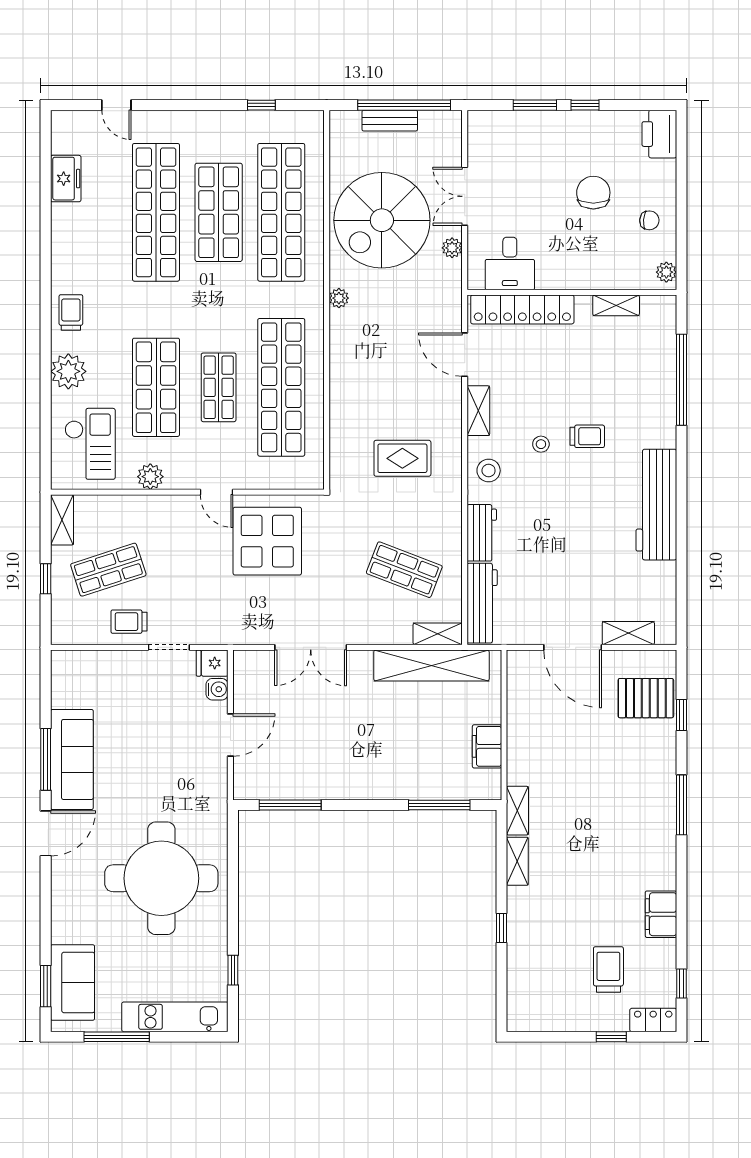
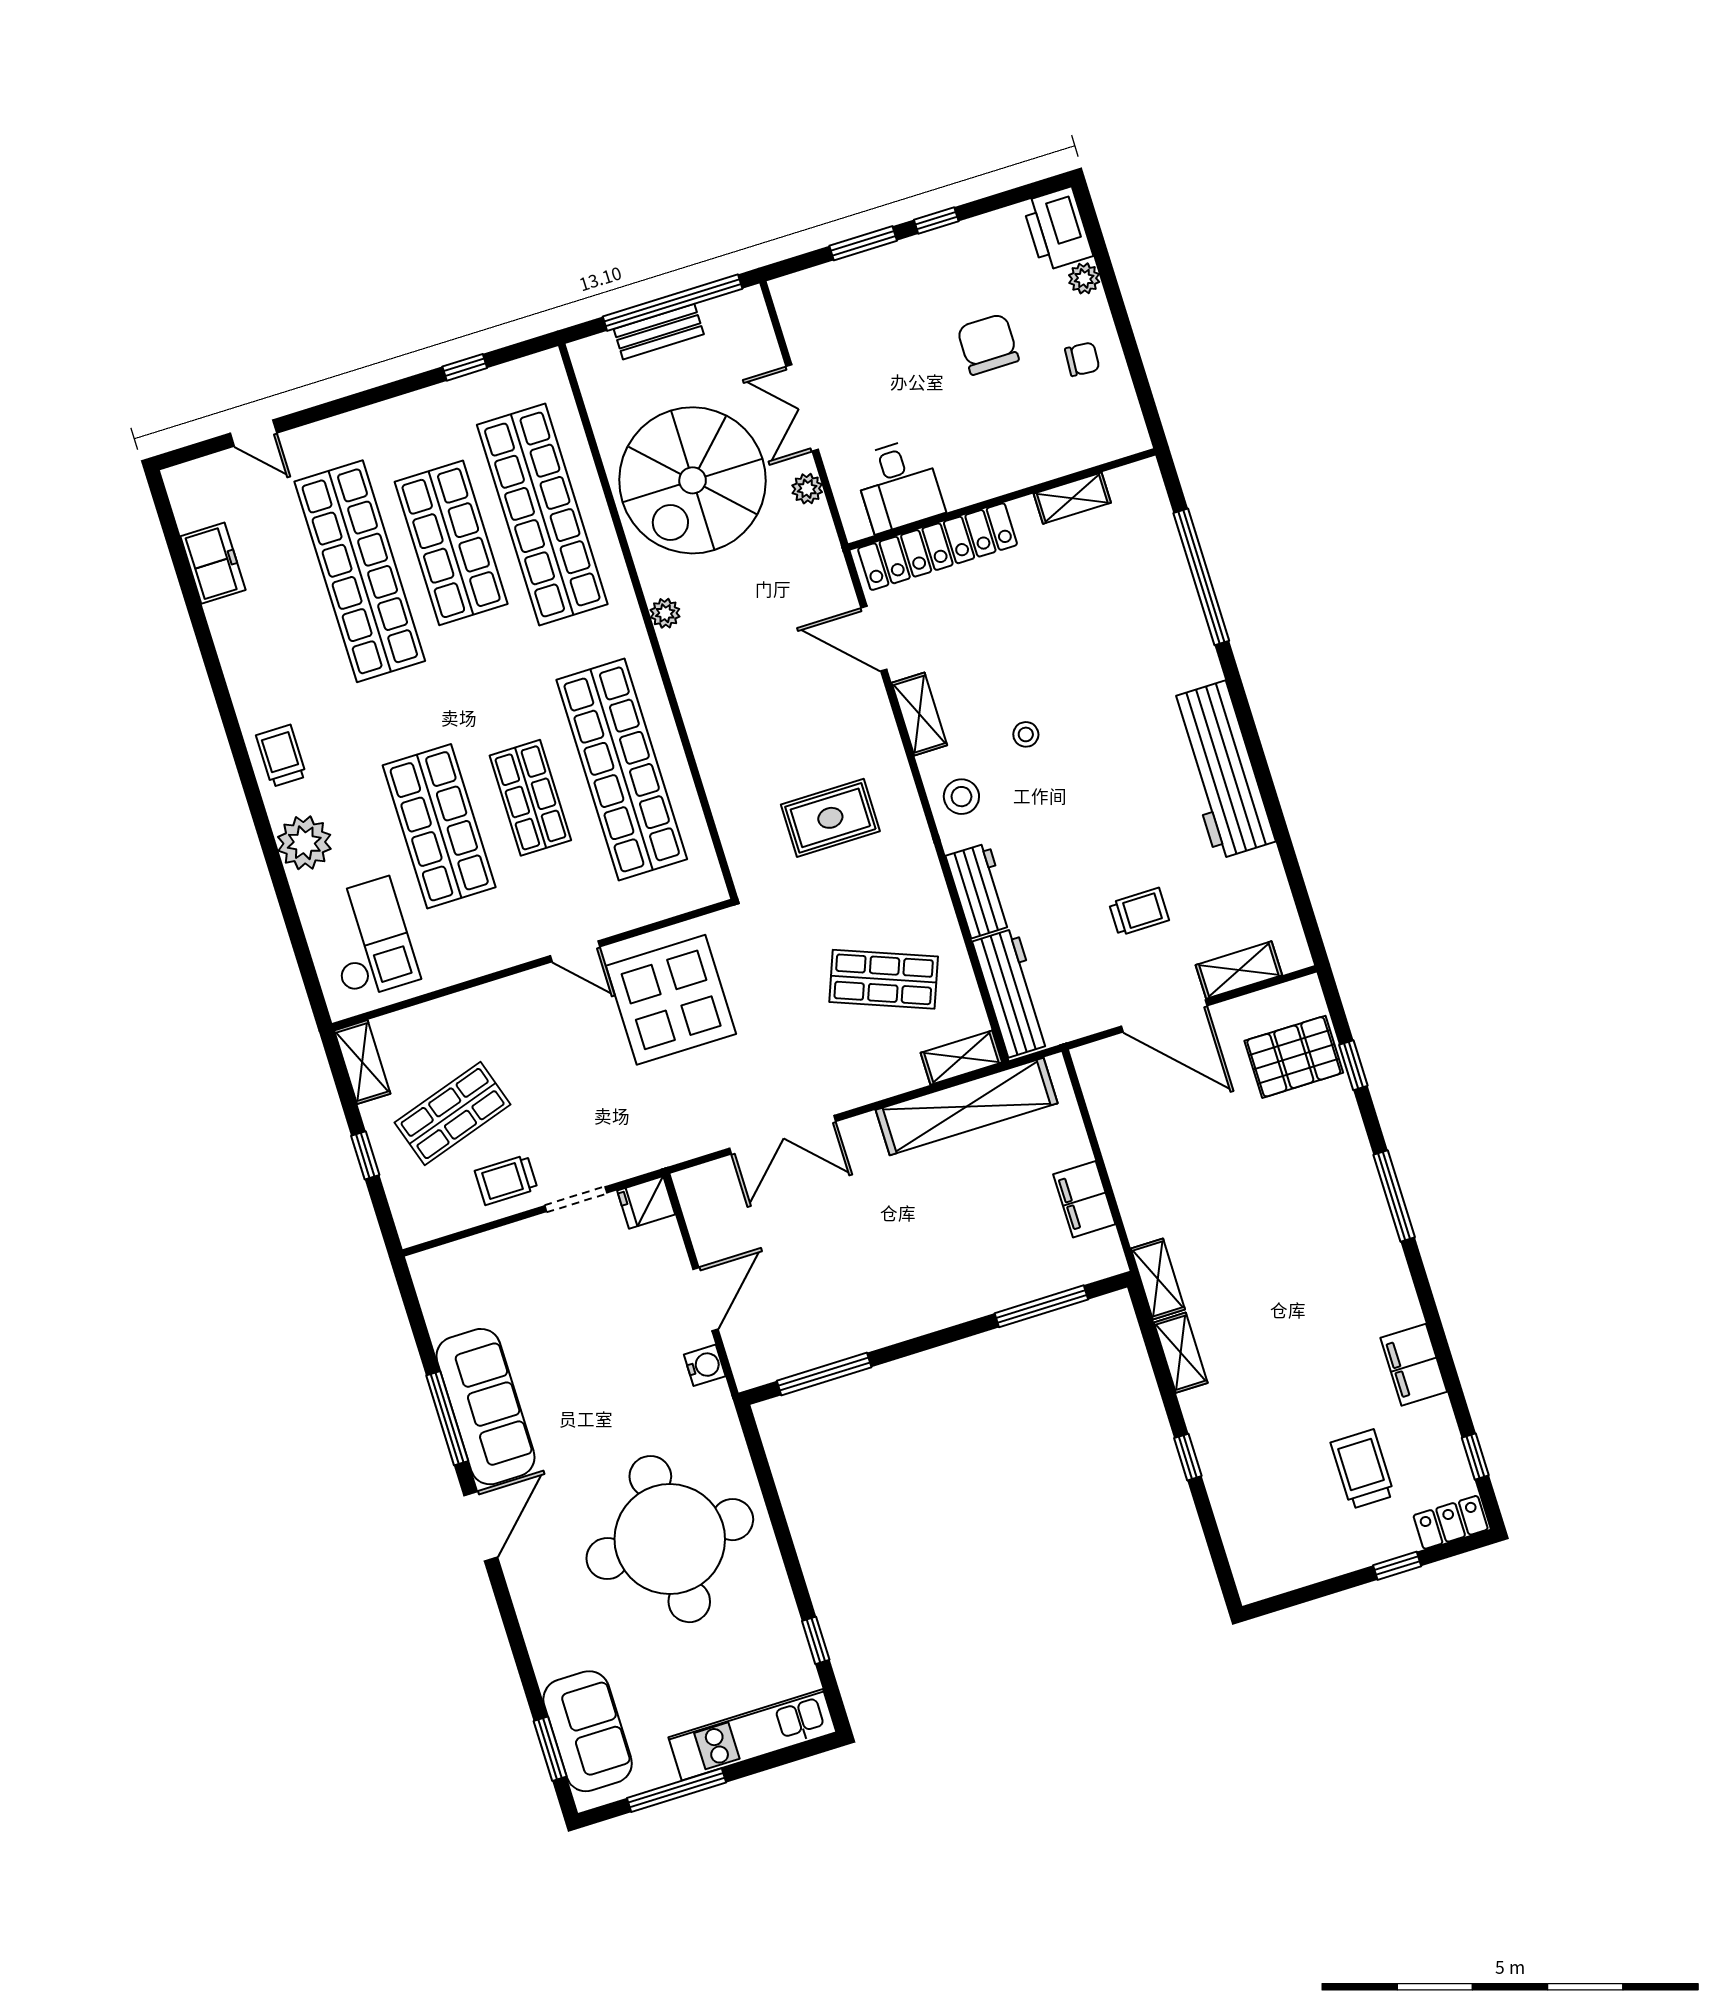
plant: (666, 272) -> (1084, 278), moved
trolley: (587, 436) -> (1139, 912), moved
plant: (150, 477) -> (471, 959), removed
water cooler: (217, 689) -> (705, 1365), moved

